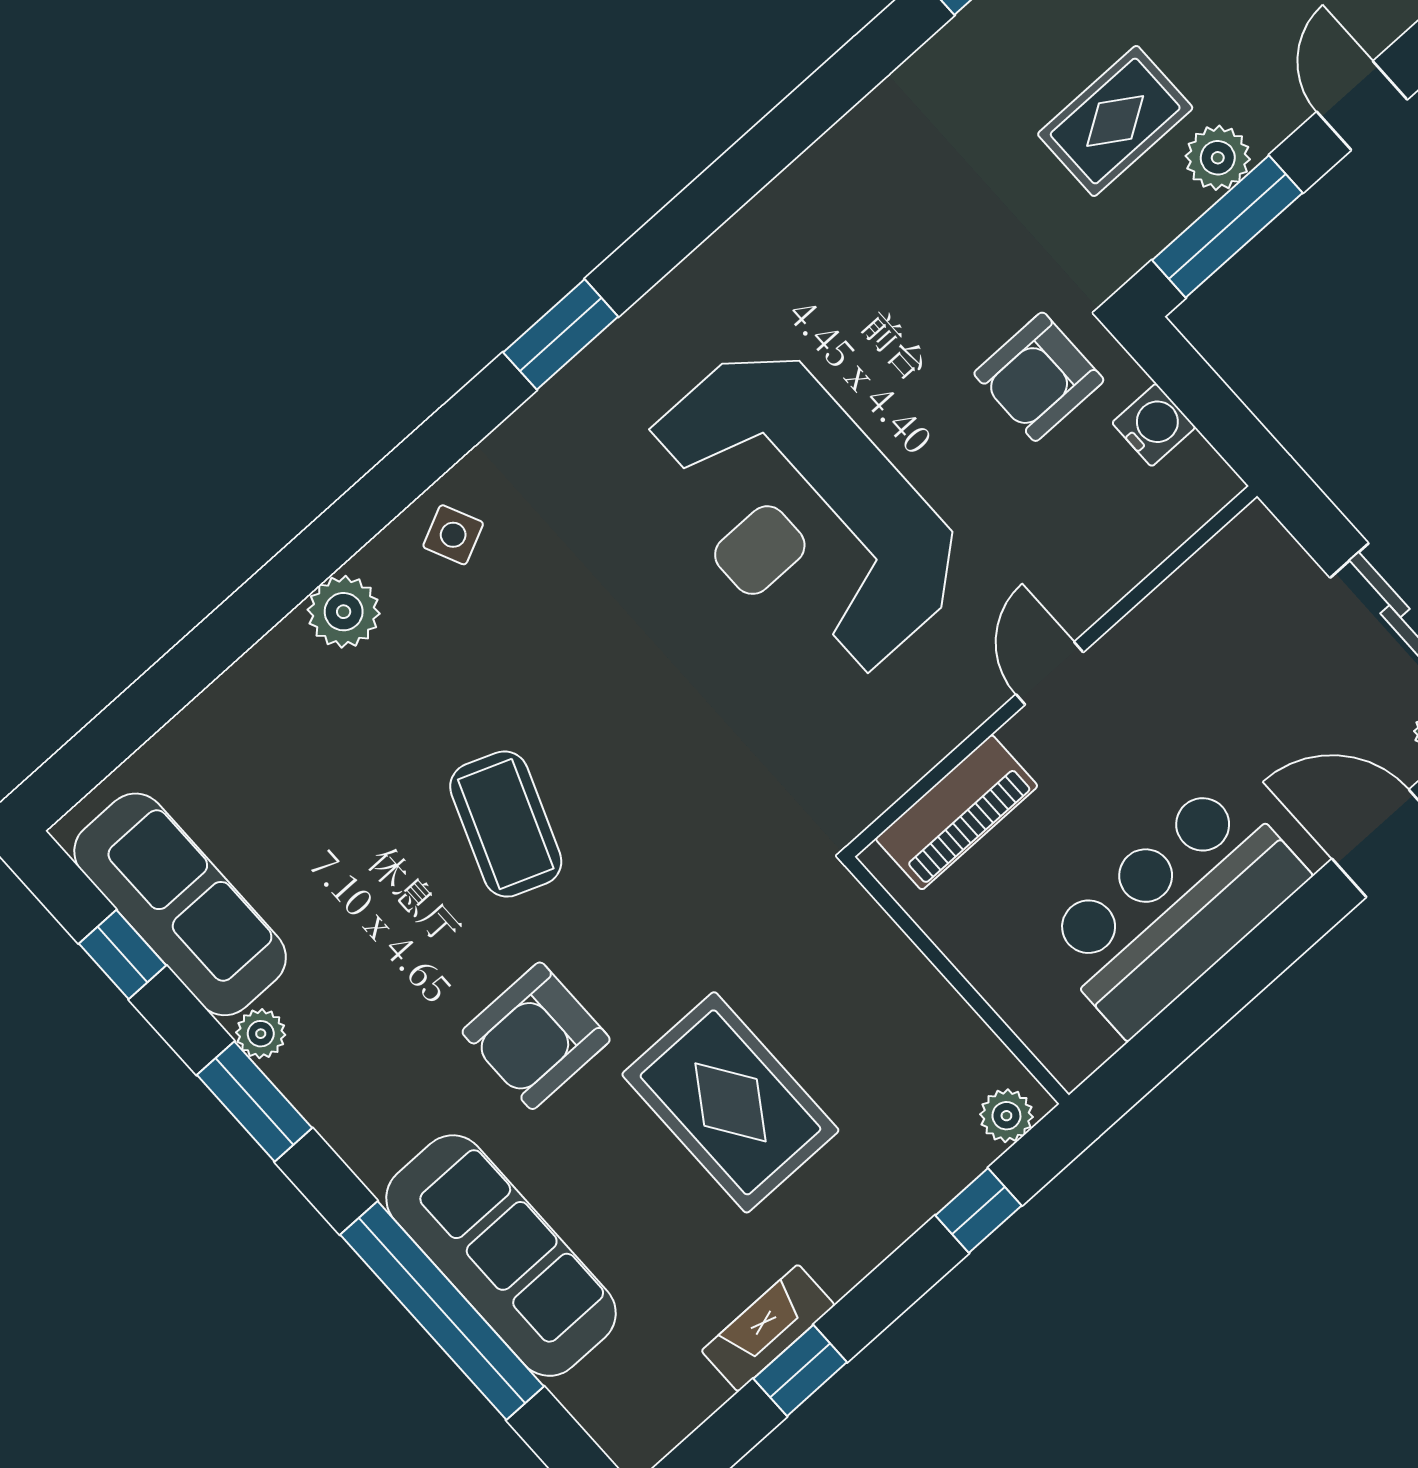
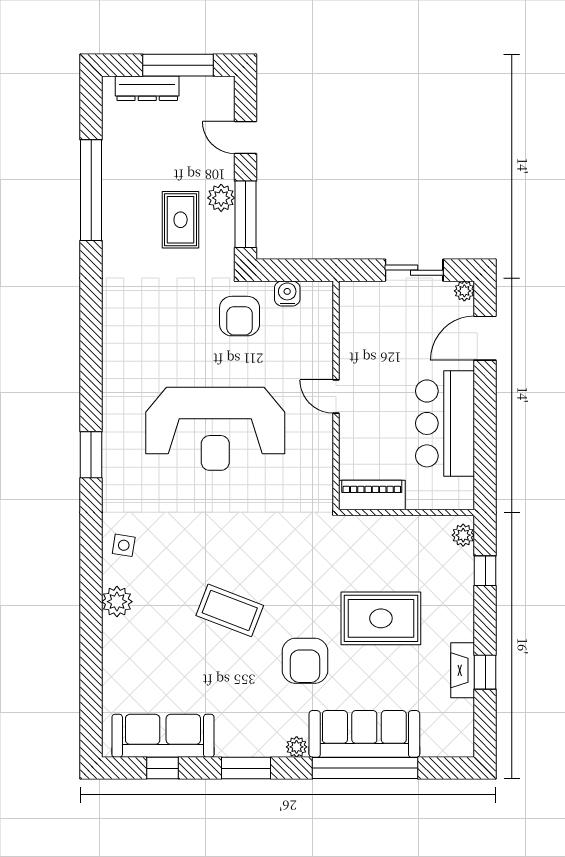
side table: (453, 535) -> (124, 545), turned 34
piano: (957, 812) -> (372, 495), moved, turned -90
plant: (261, 1034) -> (297, 747), moved

